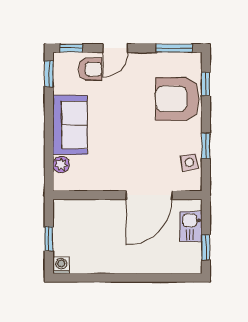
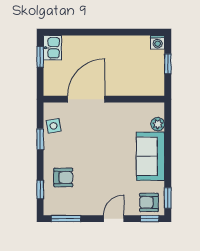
armchair: (90, 69) -> (149, 202), moved
armchair: (177, 99) -> (63, 177), width x0.53, depth x0.53
kitchen sink: (191, 226) -> (52, 48), moved

